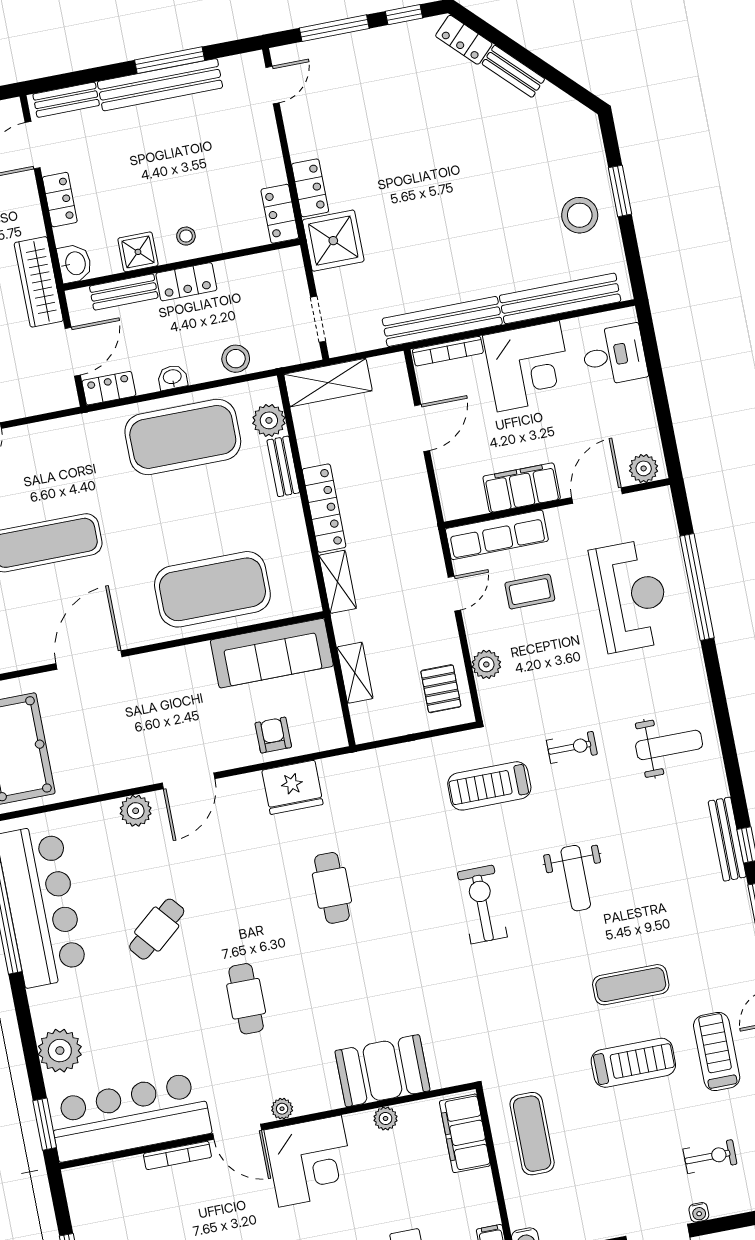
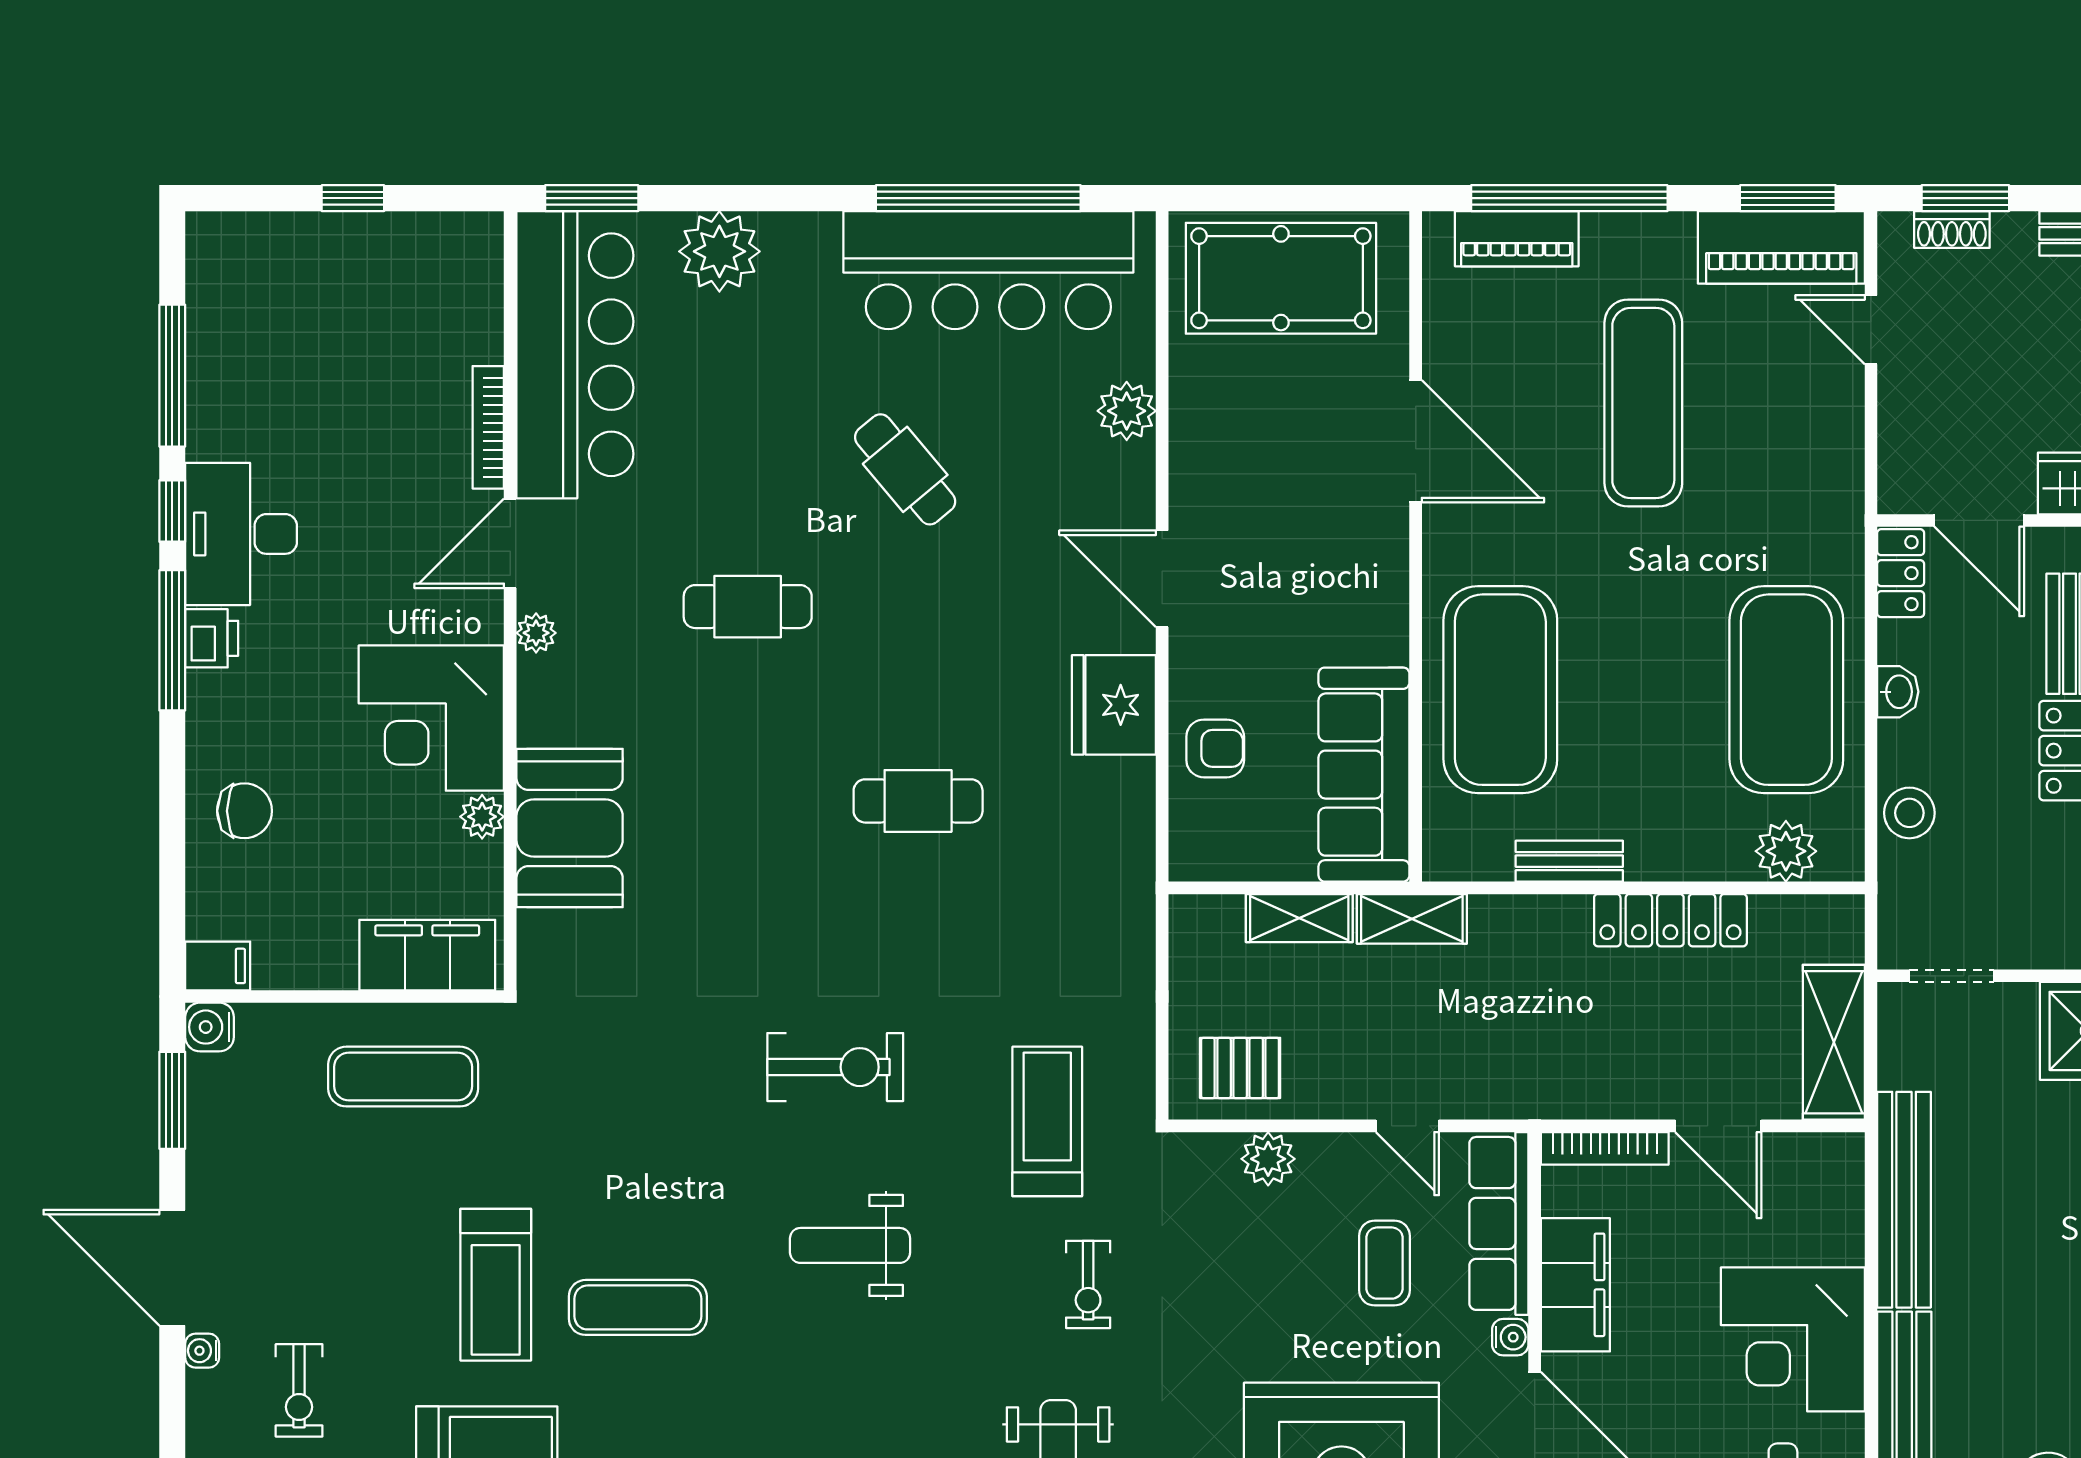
bookcase: (448, 351) -> (1605, 1148), moved, turned -90
shelving: (328, 383) -> (1834, 1042), moved
bench: (283, 466) -> (1569, 861), moved
locker: (324, 508) -> (1670, 920), moved
water cooler: (556, 517) -> (1510, 1337), added
shelving: (338, 582) -> (1412, 919), moved
fridge: (293, 787) -> (1114, 705), moved
plant: (136, 811) -> (1127, 411), moved
exercise mat: (631, 985) -> (638, 1307), turned 90
corner desk: (310, 1161) -> (431, 718), moved

